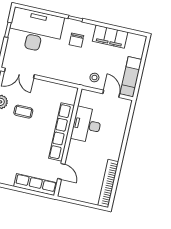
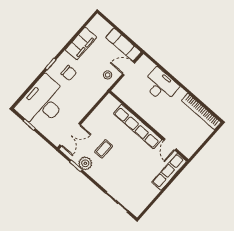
desk: (87, 125) -> (161, 85), moved, turned 180
door: (61, 171) -> (170, 145), swing flipped

